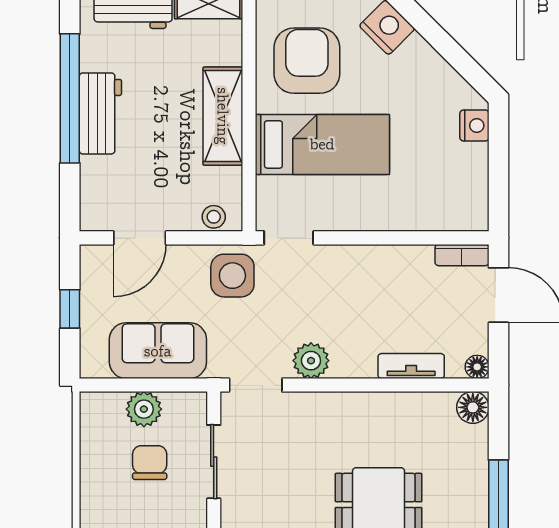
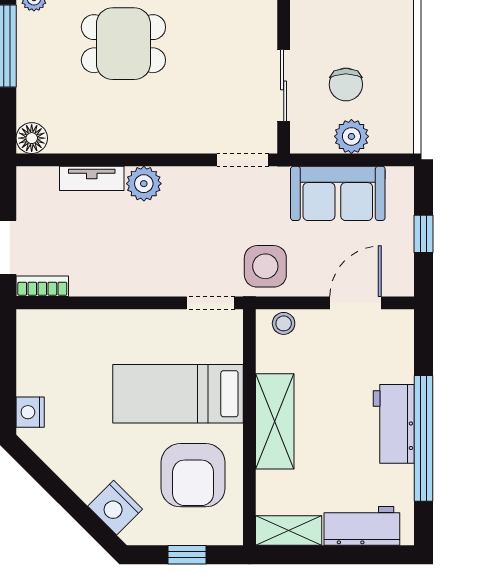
plant: (311, 361) -> (144, 184), moved
floor lamp: (477, 367) -> (28, 178), removed

